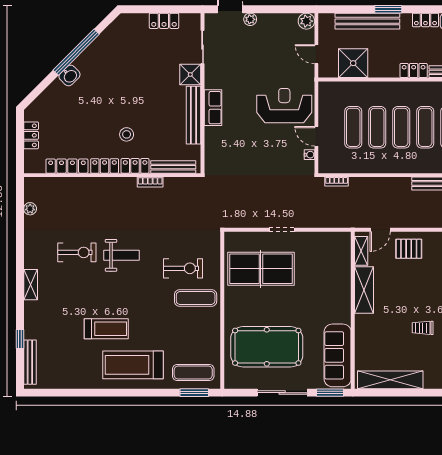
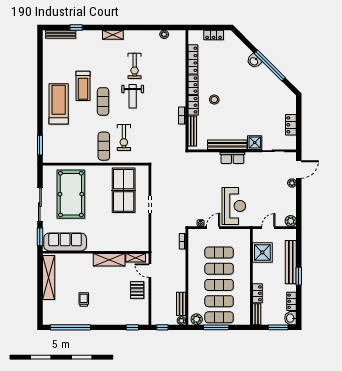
exercise mat: (193, 372) -> (103, 101), moved

